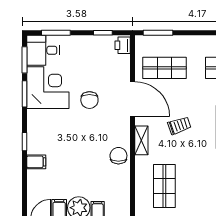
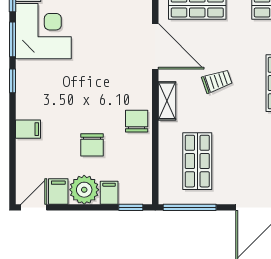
chair: (89, 100) -> (92, 145), moved
window: (24, 142) -> (13, 81), moved

